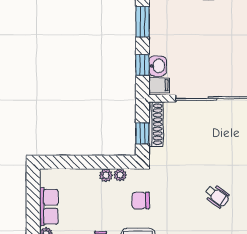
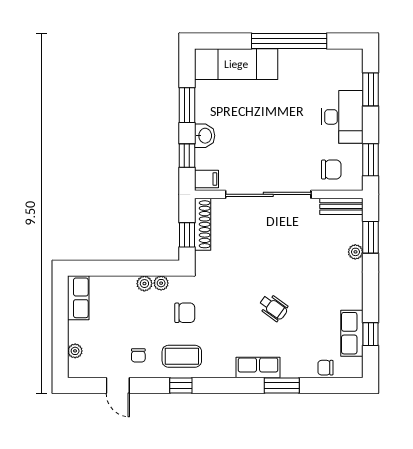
washbasin: (158, 66) -> (205, 136), moved
chair: (141, 201) -> (185, 313), turned 180
row of seats: (49, 207) -> (78, 298), moved

